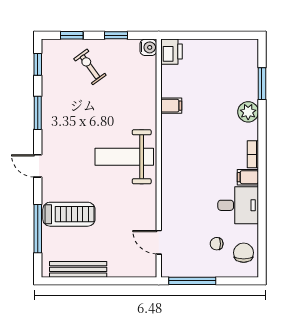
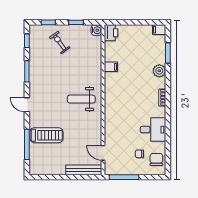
weight bench: (124, 157) -> (81, 99), width x0.73, depth x0.75
filing cabinet: (248, 177) -> (159, 30), moved
bench: (78, 269) -> (84, 170), moved

